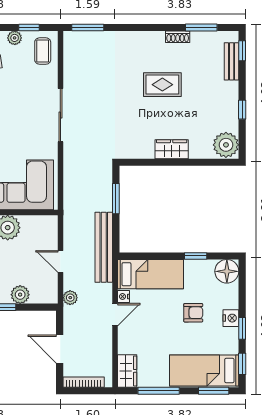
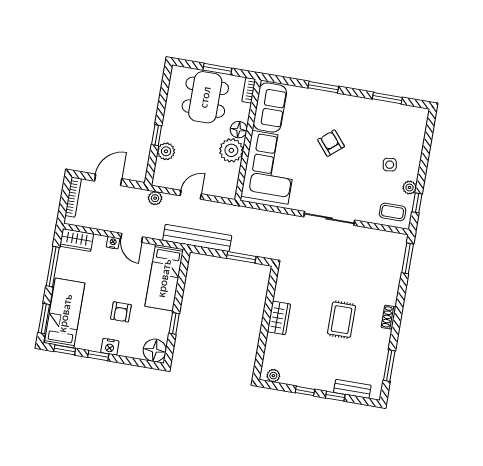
shoe rack: (178, 37) -> (389, 317), moved
window: (242, 51) -> (335, 396), moved
plant: (226, 145) -> (273, 376), width x0.53, depth x0.53
nightstand: (123, 296) -> (113, 243), moved

